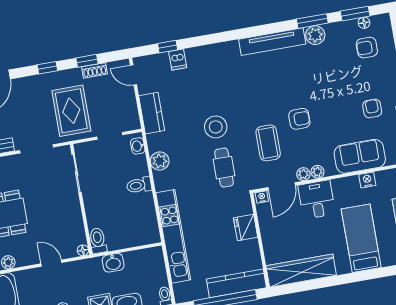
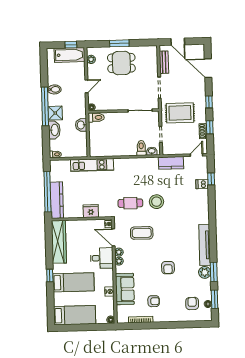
armchair: (299, 119) -> (168, 268), moved
plant: (160, 161) -> (140, 163), removed
toilet: (139, 185) -> (141, 148), moved
kitchen unit: (173, 236) -> (92, 165), width x0.73
window: (356, 277) -> (50, 276), added

